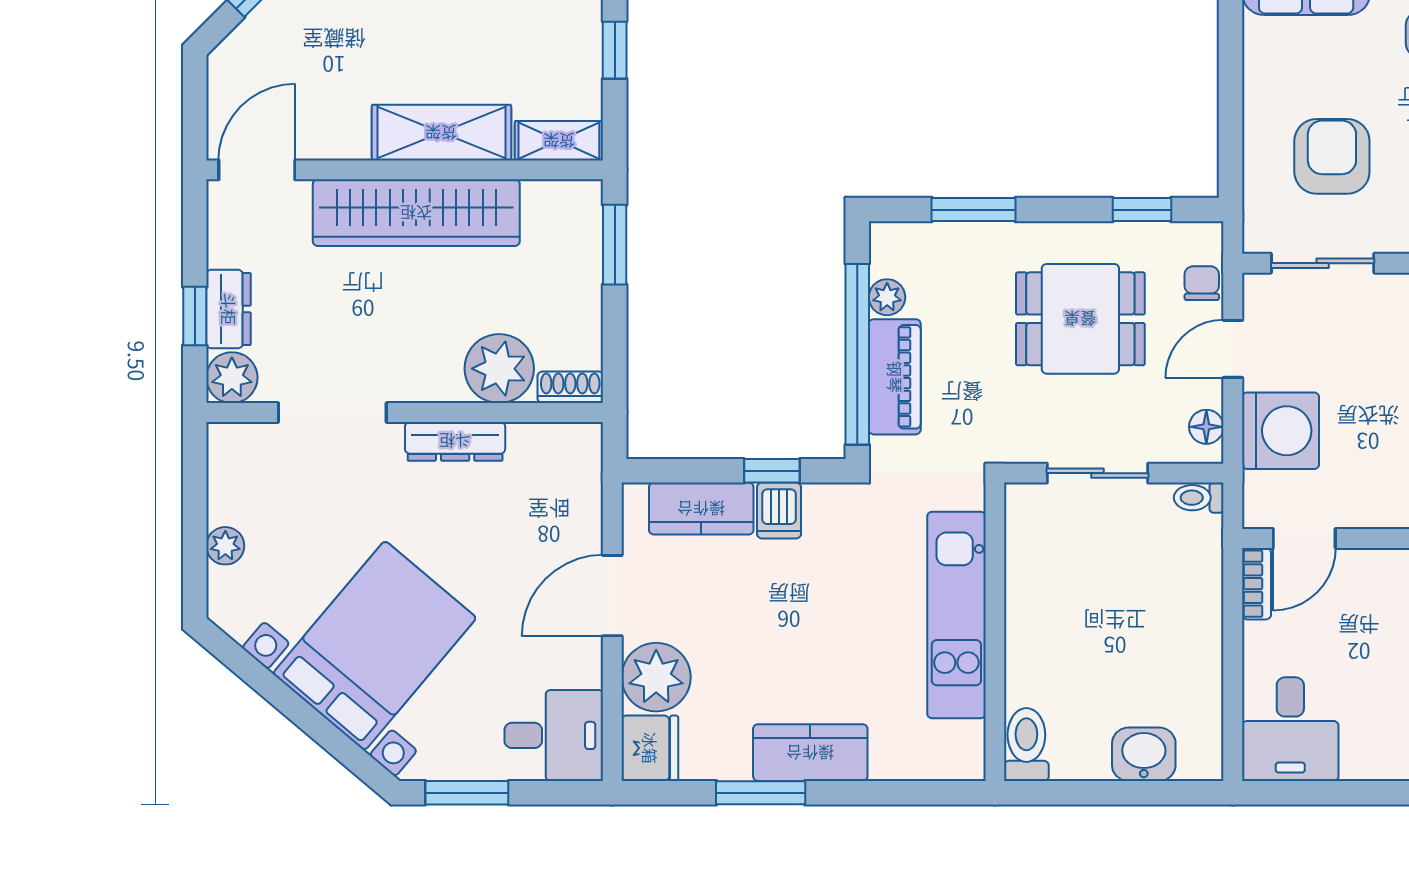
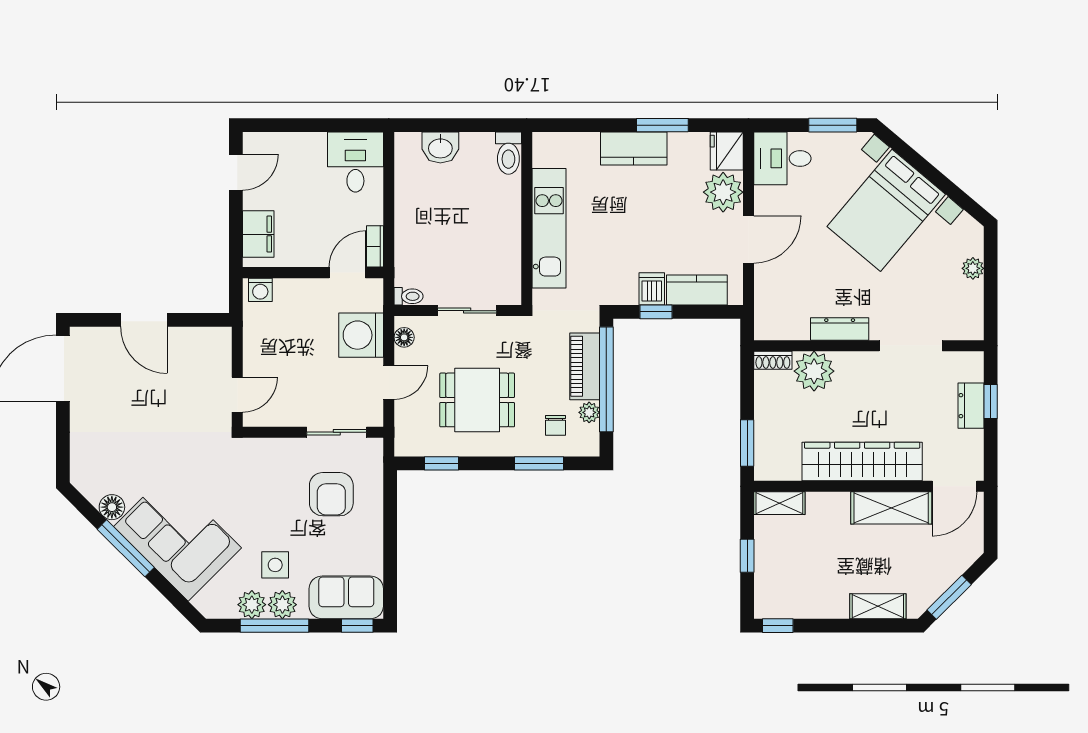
shelving: (441, 133) -> (891, 508), moved
chair: (1202, 283) -> (555, 425), moved
plant: (232, 378) -> (969, 366), removed

